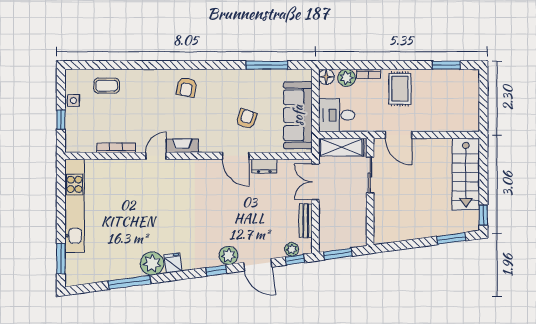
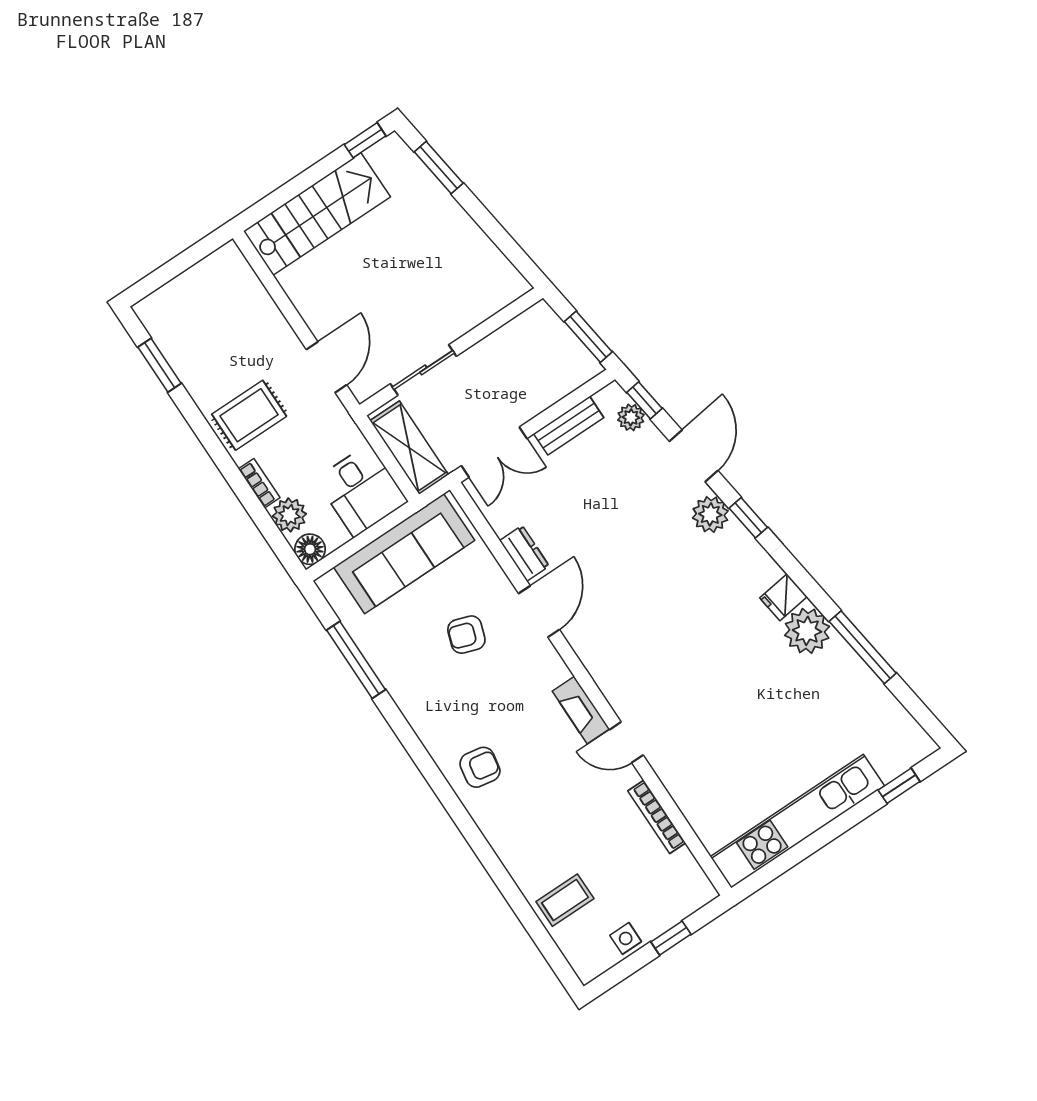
coffee table: (107, 86) -> (565, 900), turned 90
window: (61, 259) -> (899, 786), width x0.67

